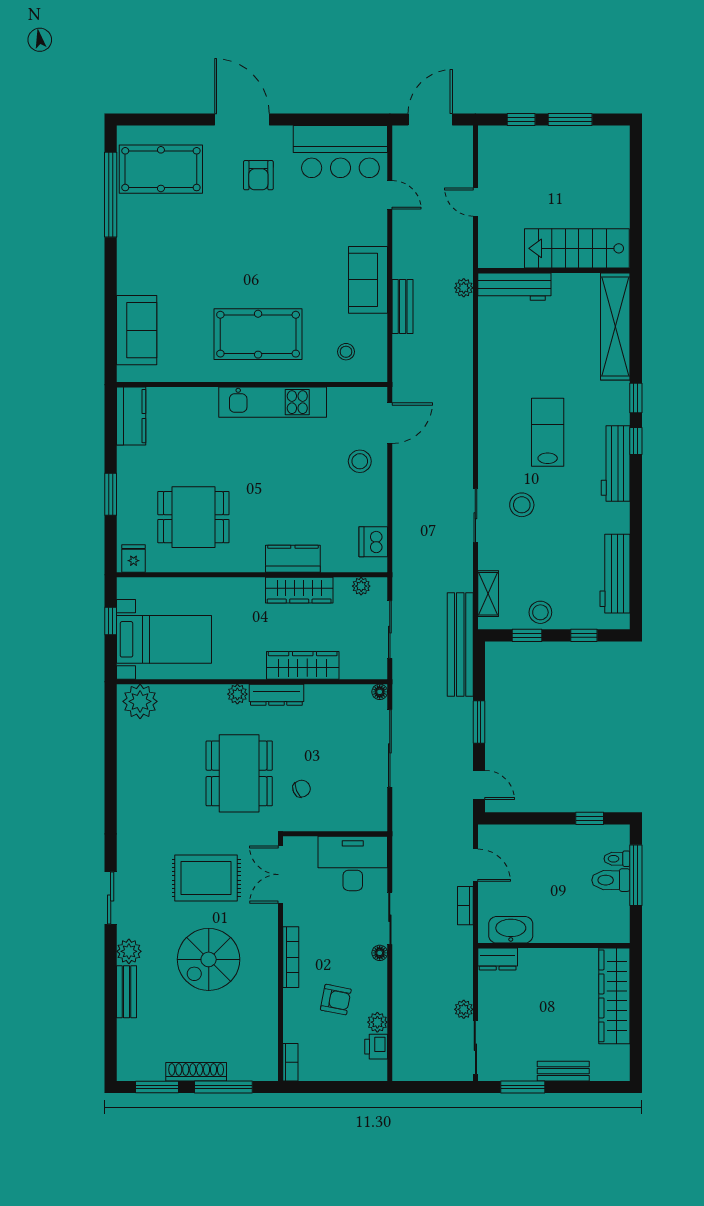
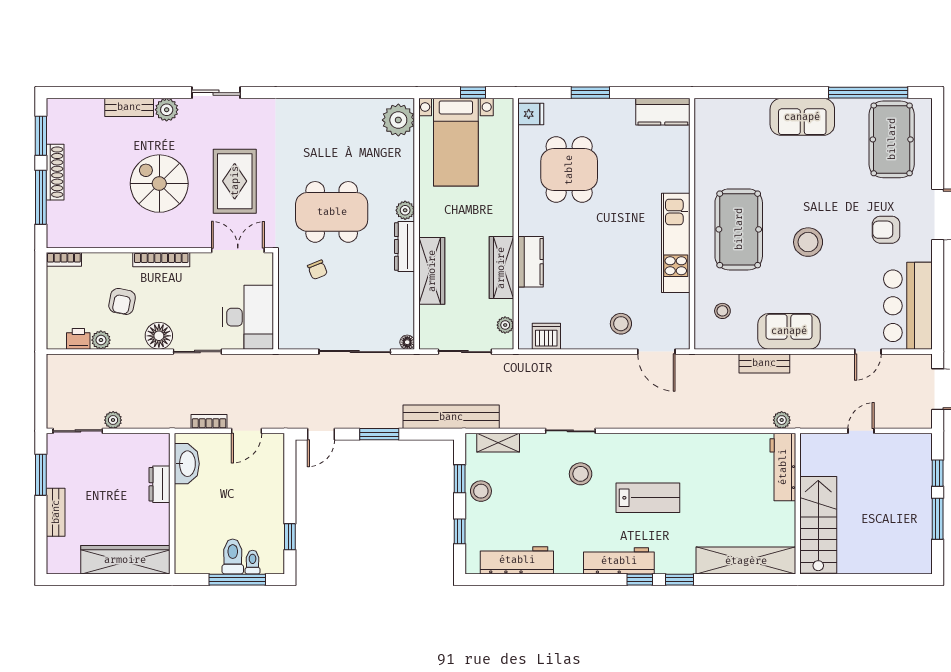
stool: (272, 259) -> (808, 242), added
sofa: (137, 330) -> (802, 117), moved
floor lamp: (380, 953) -> (159, 336), width x1.89, depth x1.89
dresser: (498, 959) -> (160, 484), moved

